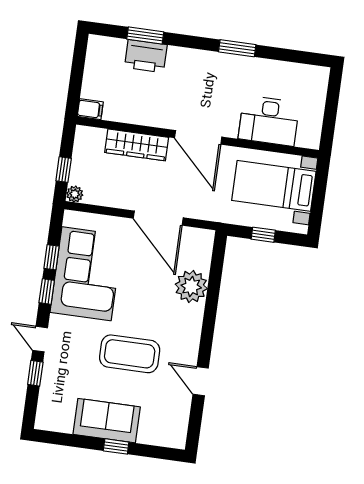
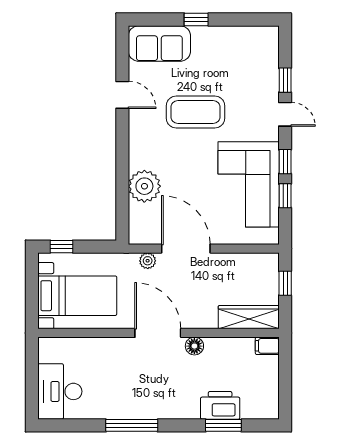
window: (237, 48) -> (132, 425), width x1.44
floor lamp: (163, 119) -> (194, 346), added
desk: (269, 121) -> (60, 391), moved, turned -90
wardrobe: (137, 145) -> (249, 317), moved
plant: (75, 194) -> (148, 261), moved
window: (263, 235) -> (61, 247), moved
sofa: (107, 421) -> (159, 44), moved

